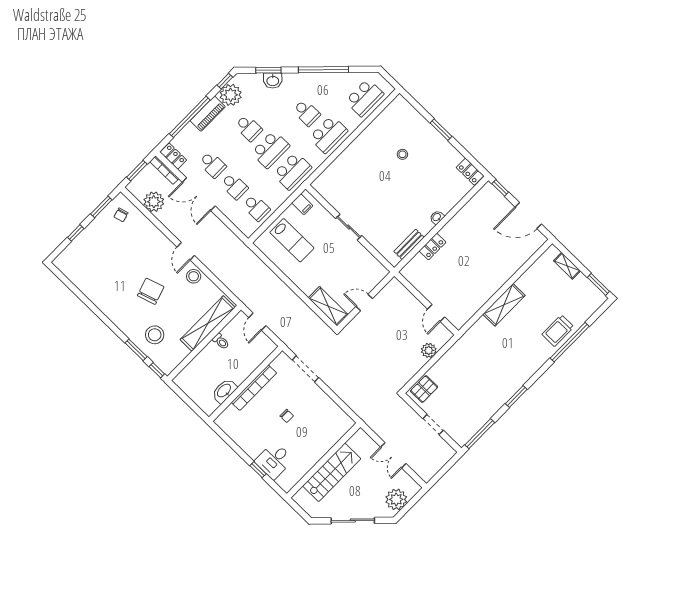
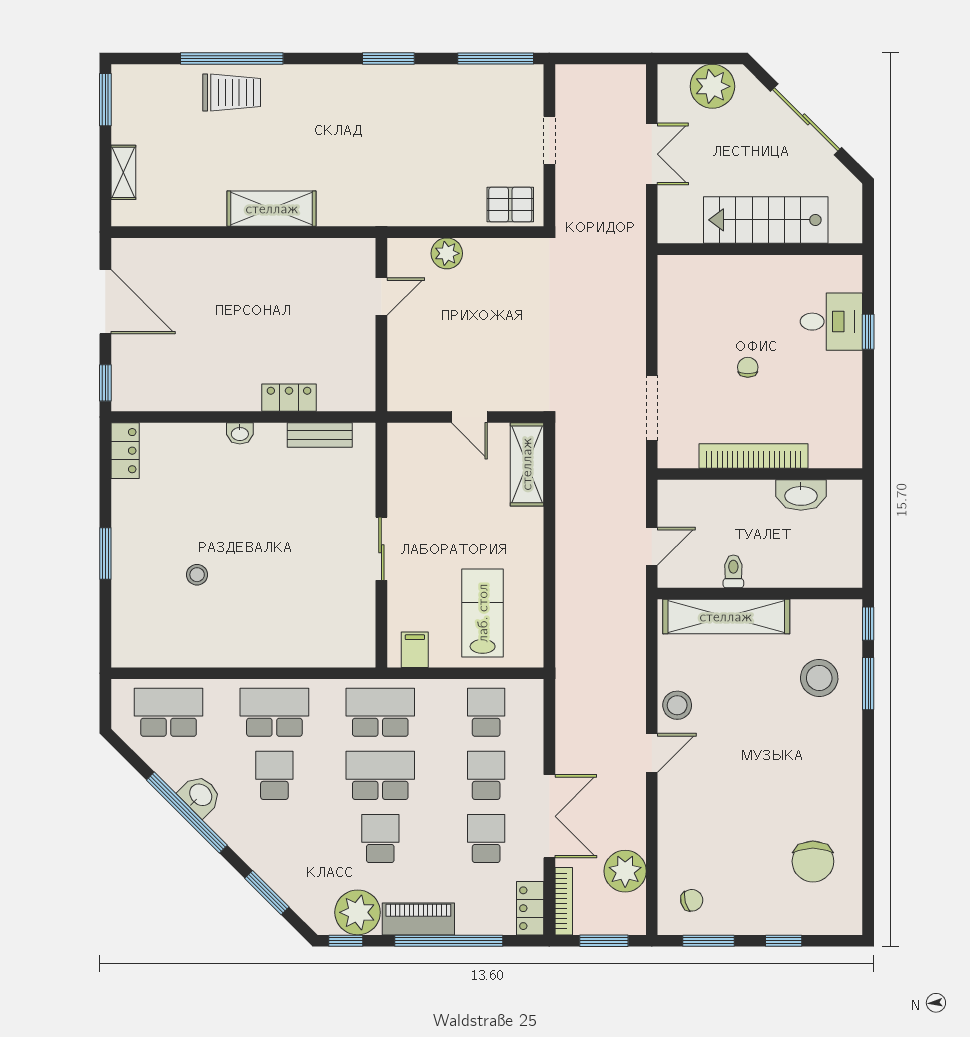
washbasin: (273, 81) -> (200, 796), moved
chair: (151, 291) -> (813, 861), moved, turned -72

